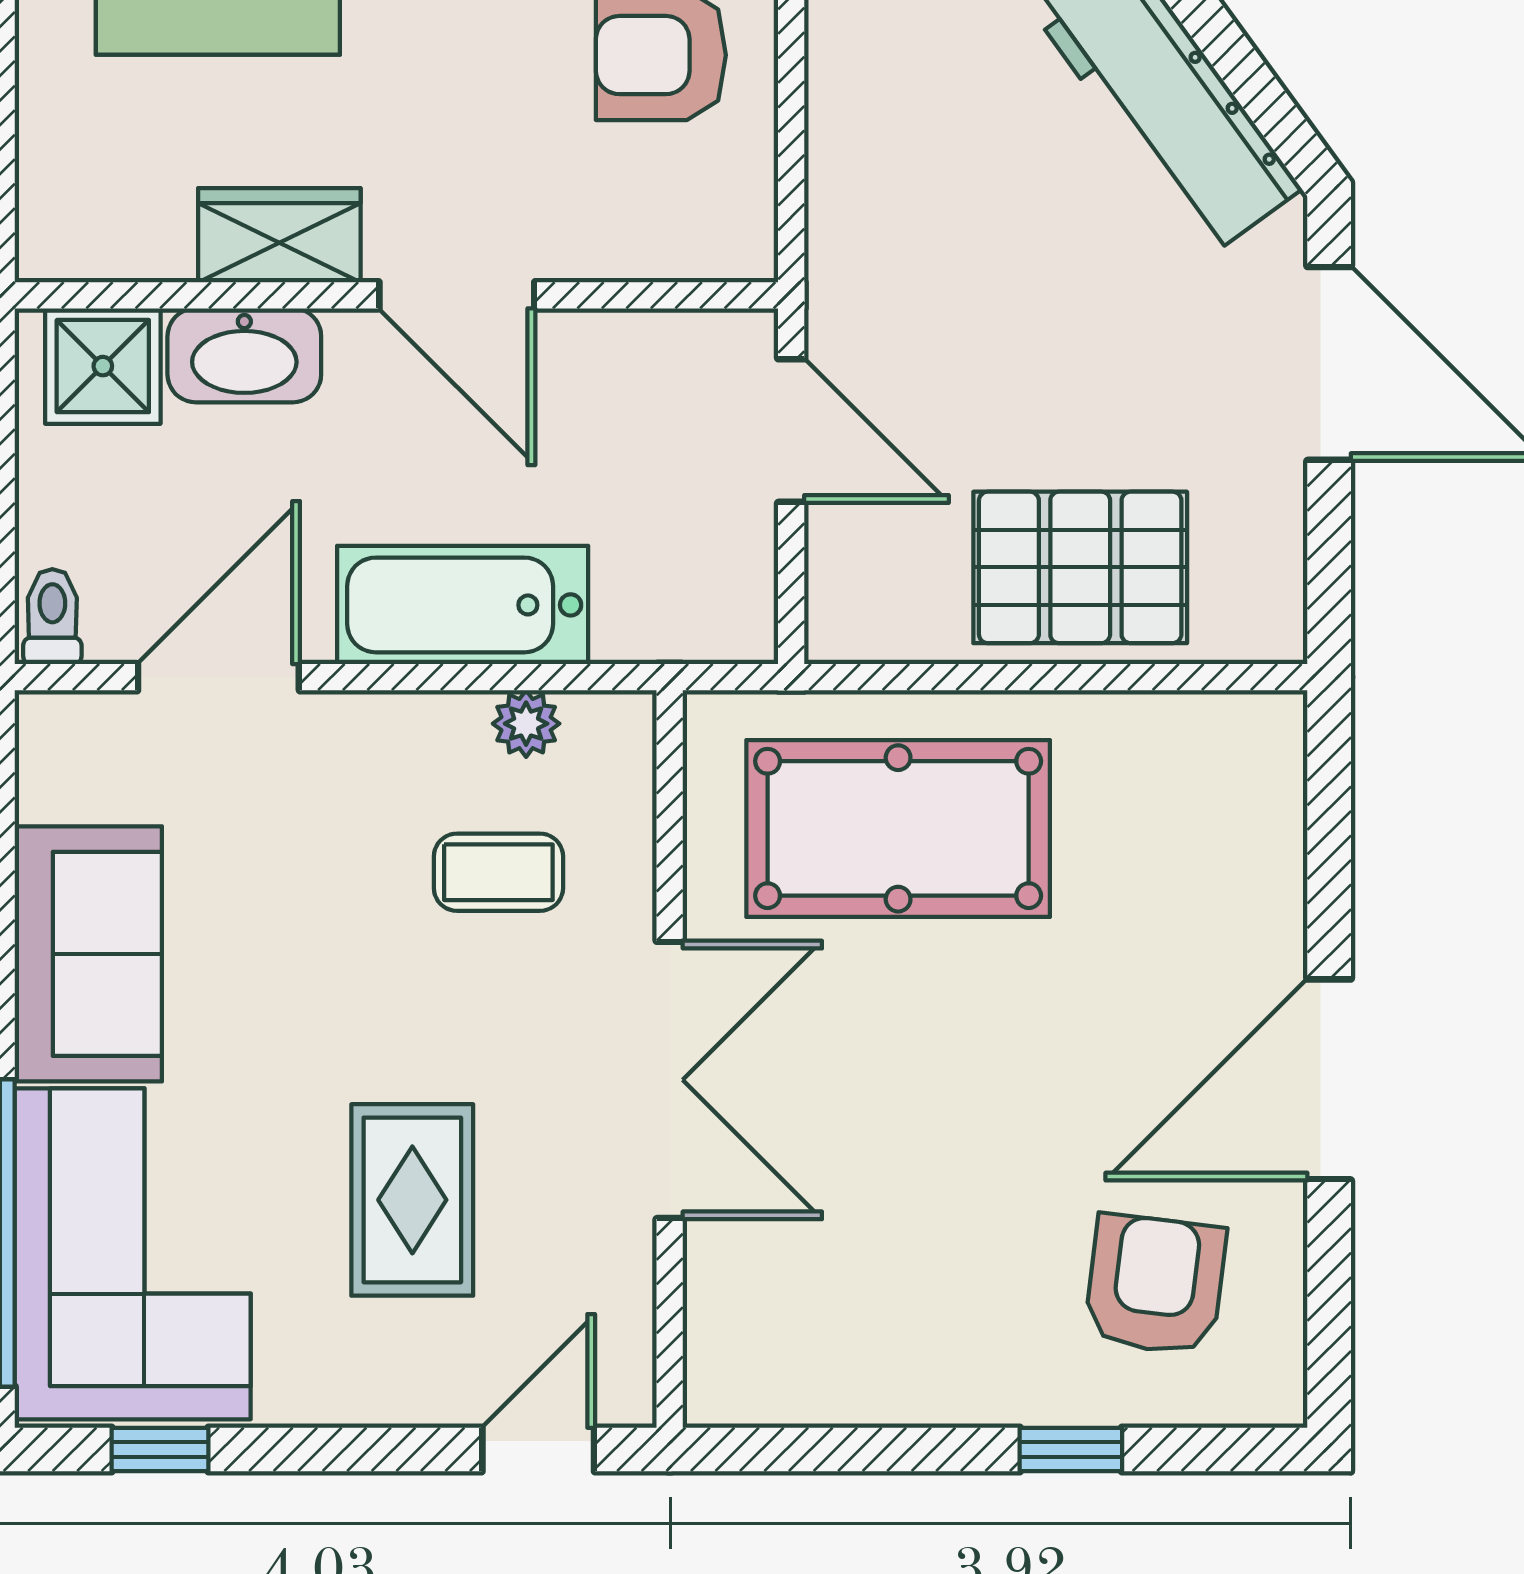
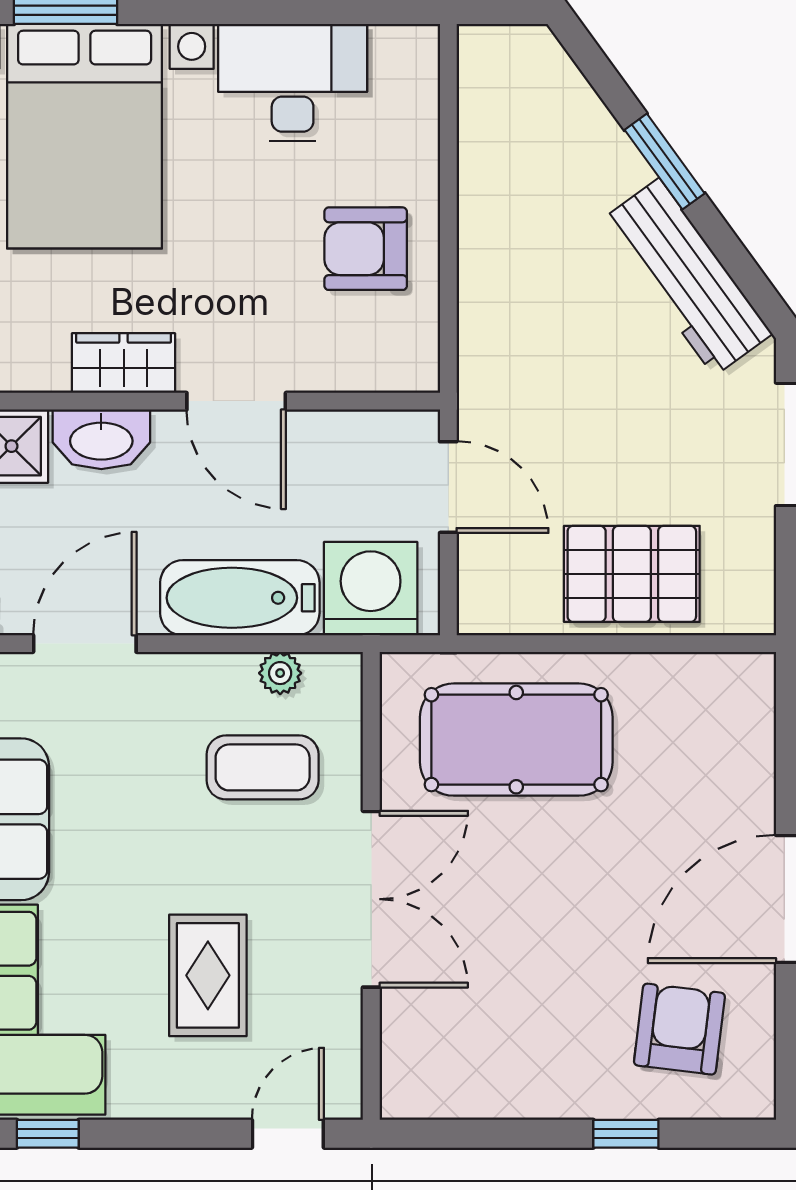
washing machine: (669, 591) -> (371, 589), added
coffee table: (498, 872) -> (263, 767), width x1.36, depth x1.30

